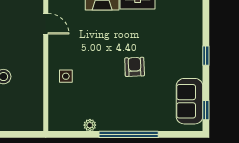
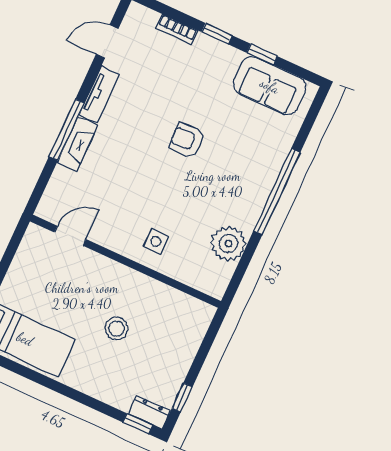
bookcase: (198, 31) -> (177, 29), added
window: (206, 110) -> (262, 54), moved
plant: (90, 125) -> (228, 243), width x1.87, depth x1.87

